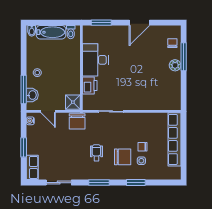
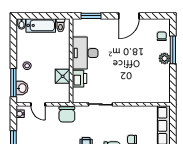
shower: (73, 102) -> (63, 76), moved

